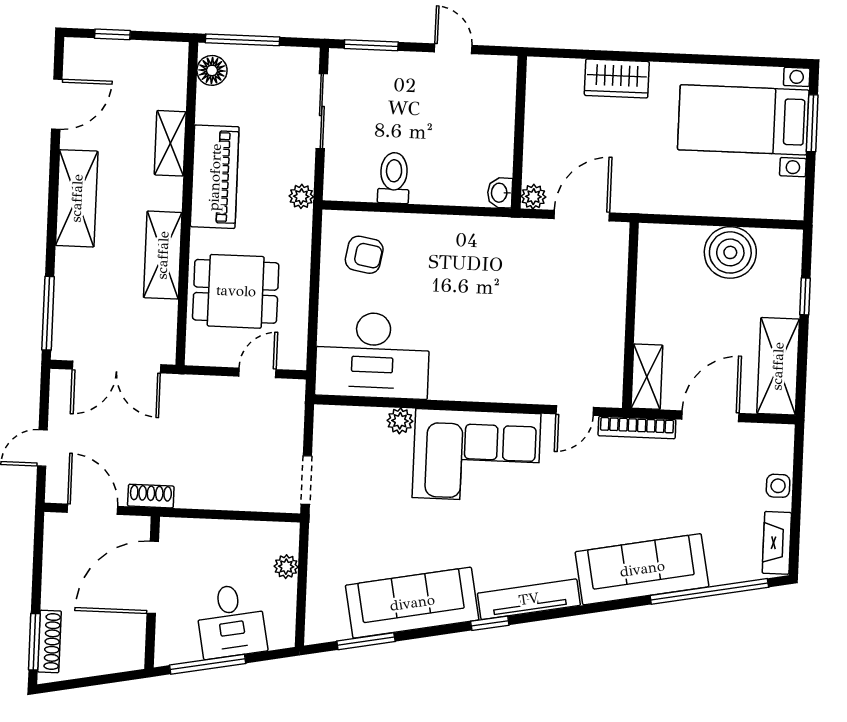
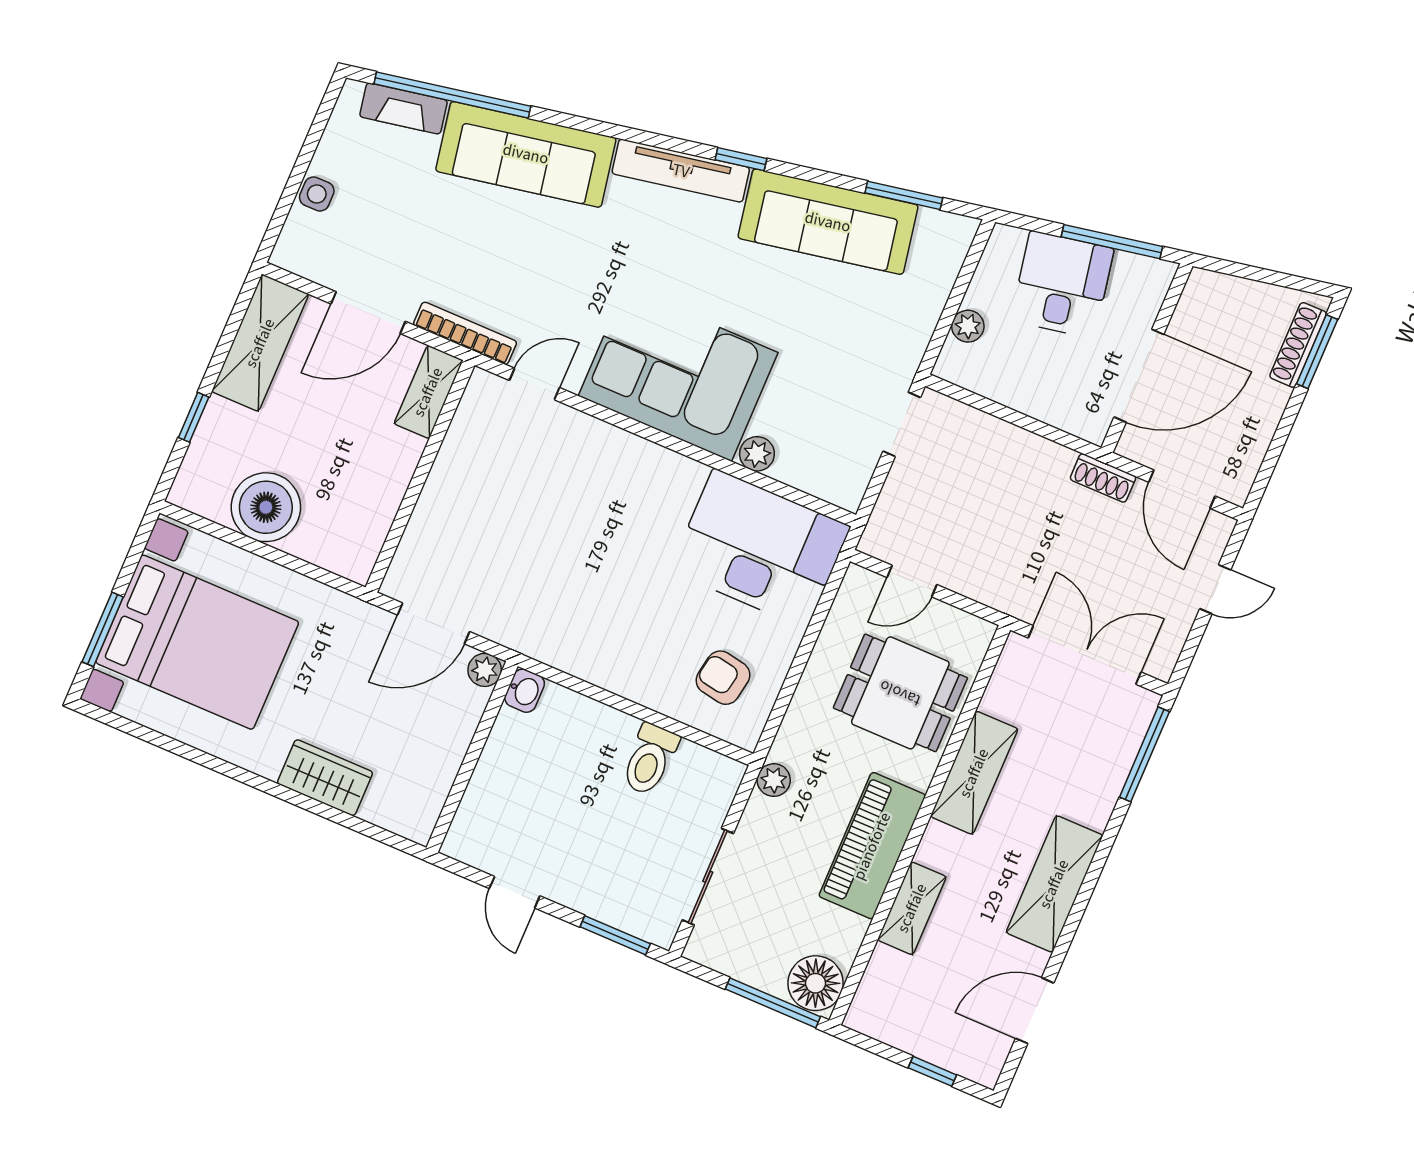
floor lamp: (212, 70) -> (816, 983), width x1.38, depth x1.38
bed with nightstands: (743, 120) -> (197, 642), width x1.36
fireplace: (777, 543) -> (404, 108), moved, turned 79

